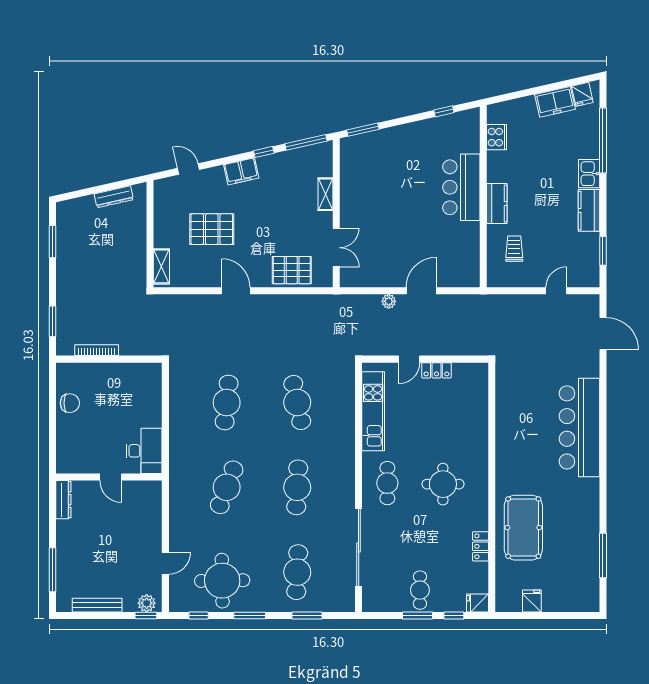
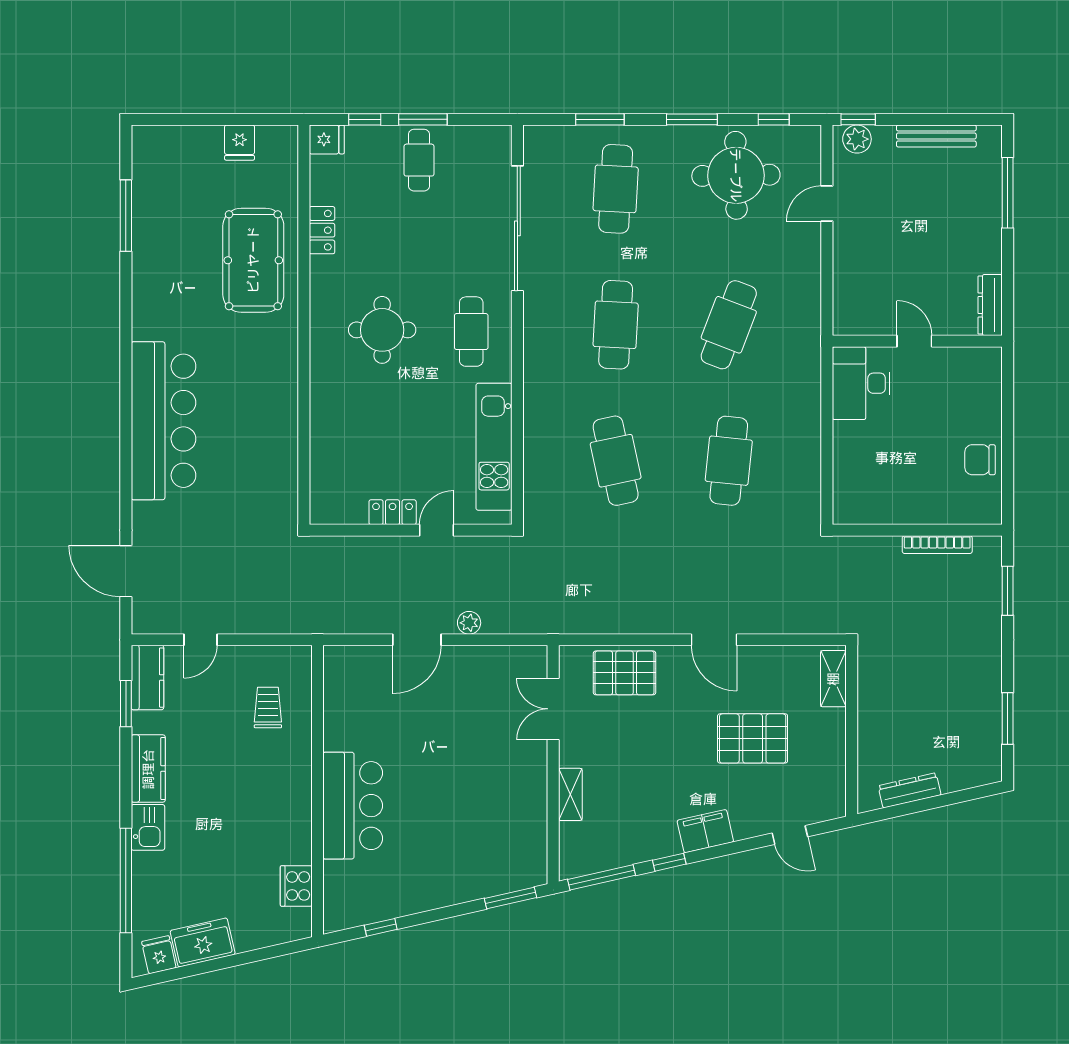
kitchen counter: (497, 203) -> (147, 678), moved, turned 180
trolley: (514, 249) -> (268, 707), turned 180

